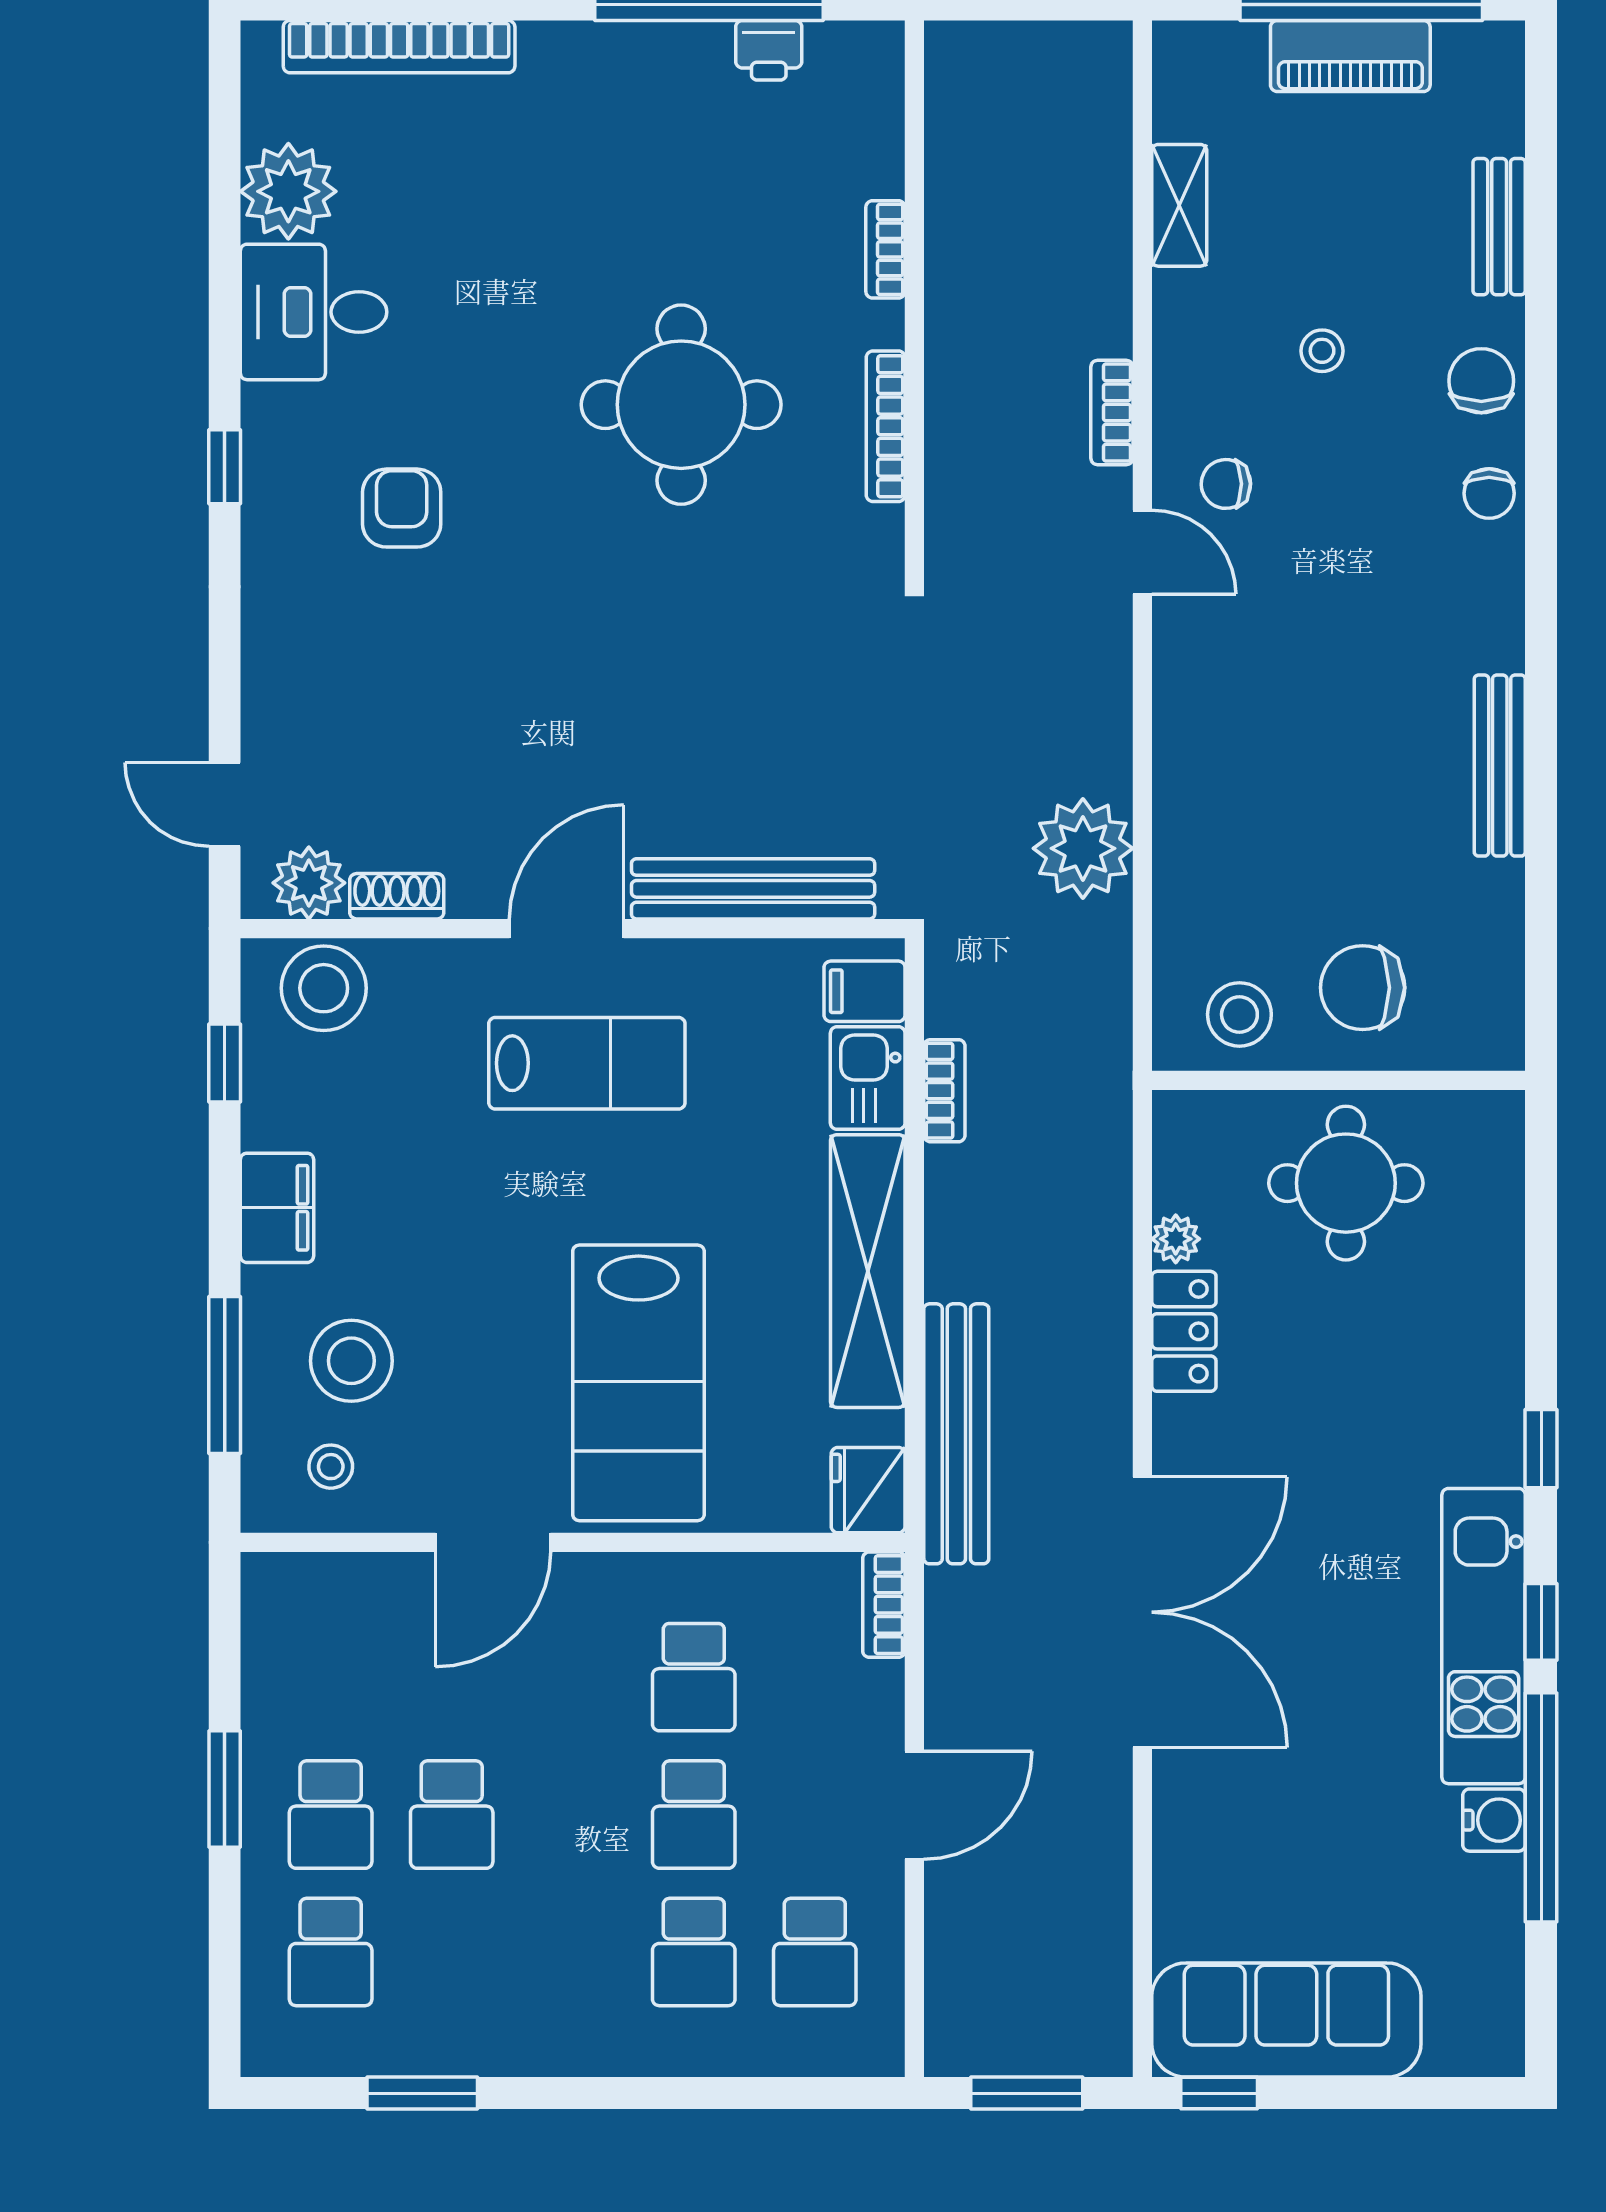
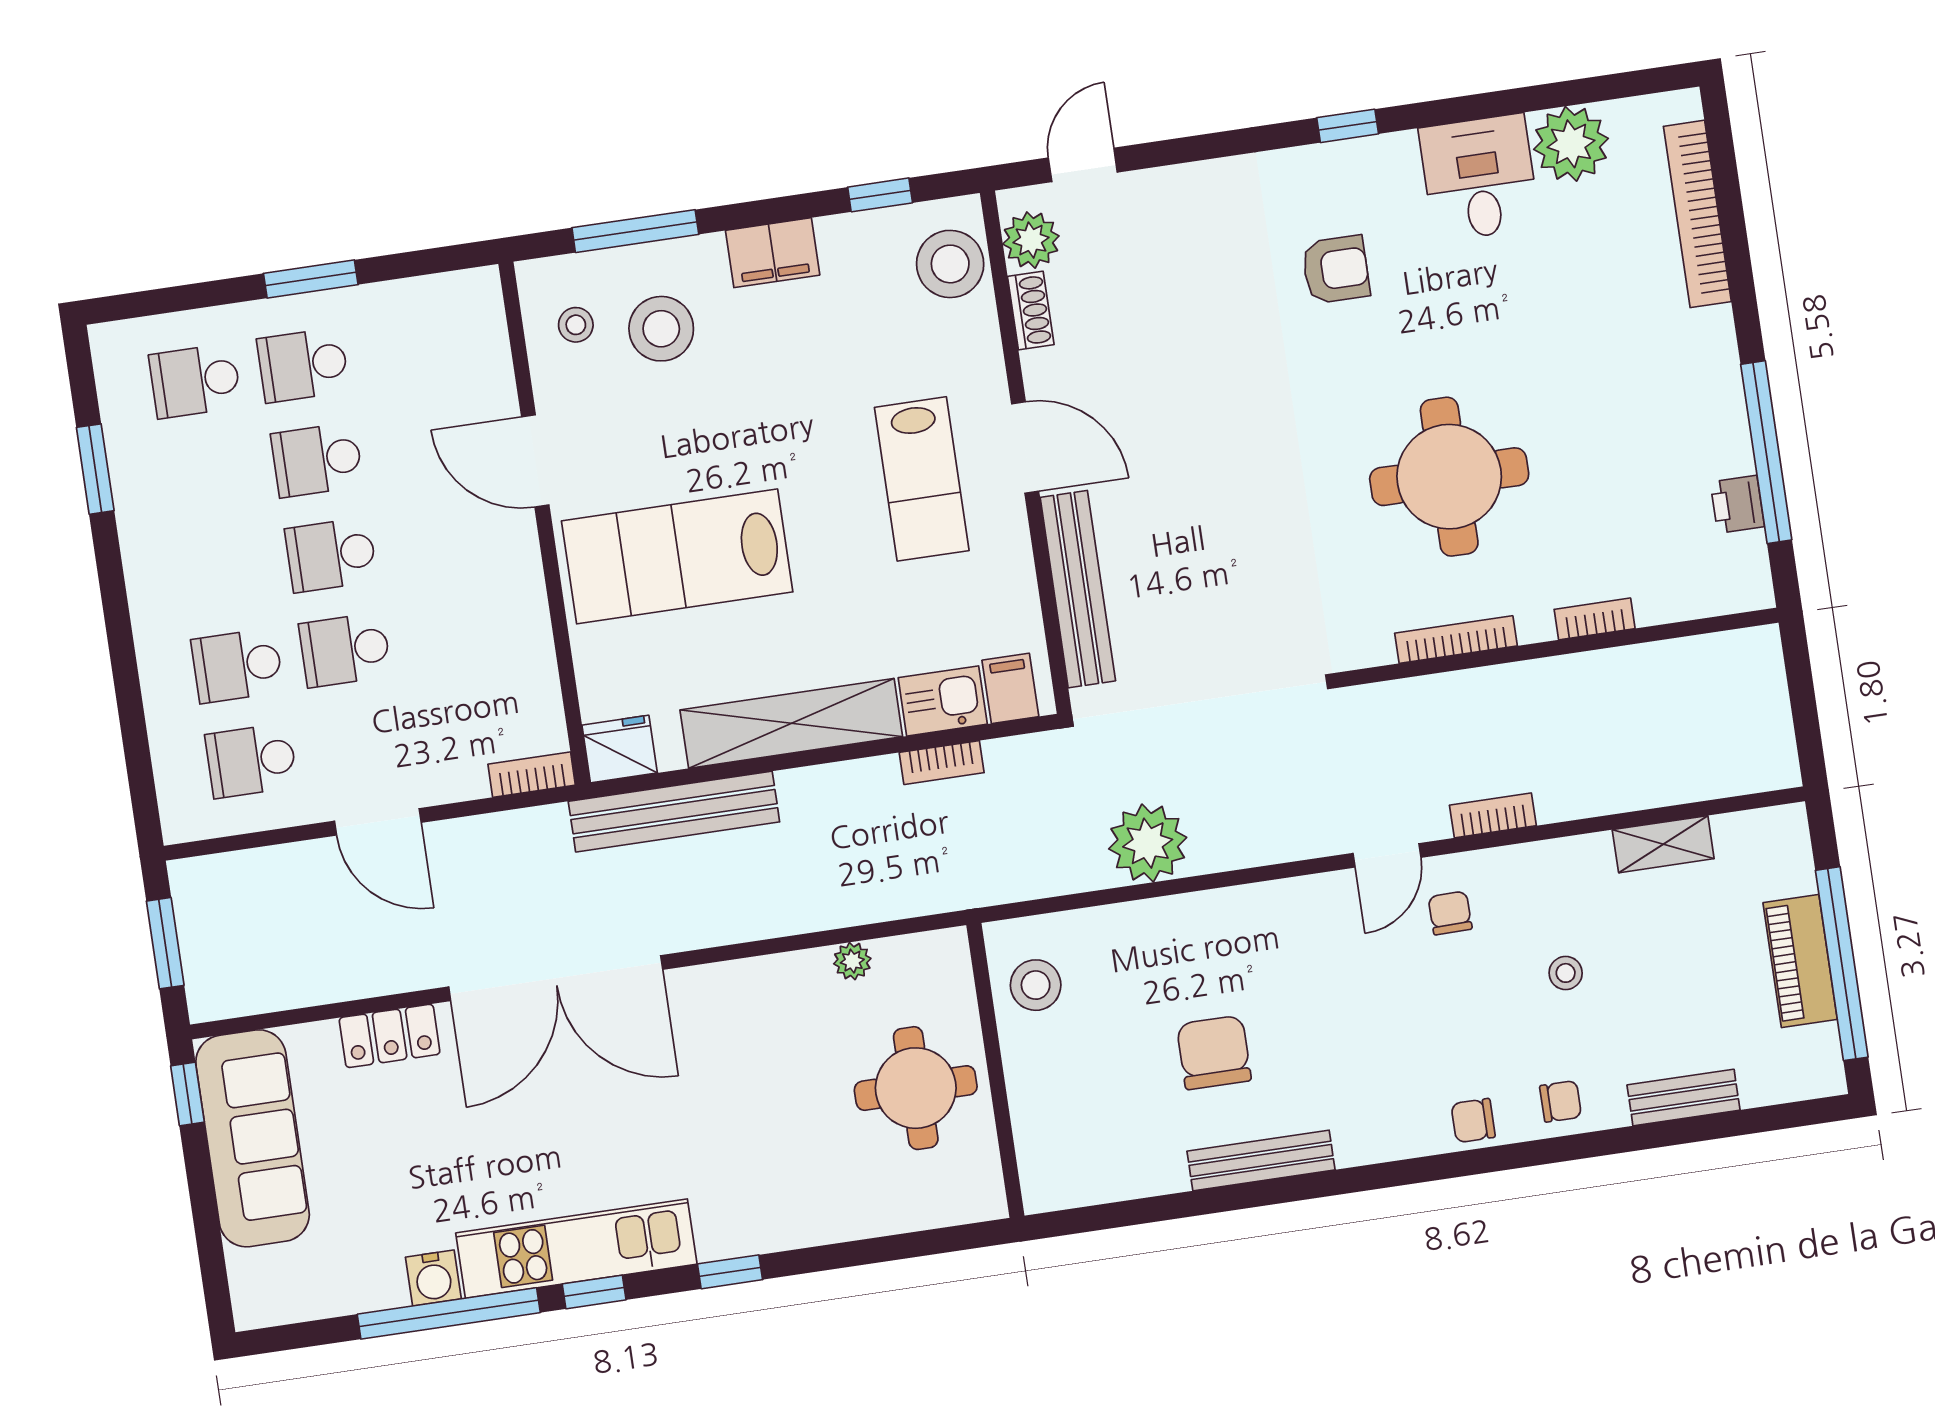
chair: (1481, 381) -> (1561, 1101), width x0.73, depth x0.73
chair: (1363, 988) -> (1214, 1052), moved
locker: (1184, 1331) -> (390, 1036), moved
school desk: (694, 1677) -> (331, 555), moved

